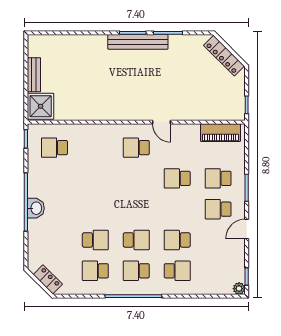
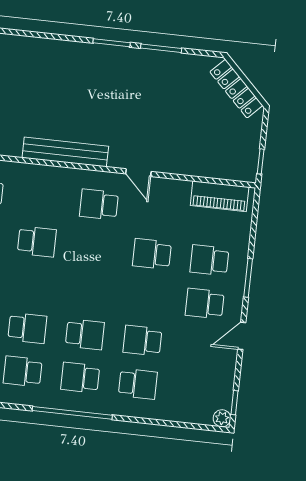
bench: (138, 42) -> (65, 152), moved
school desk: (95, 178) -> (37, 241), added

